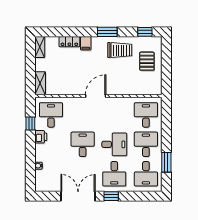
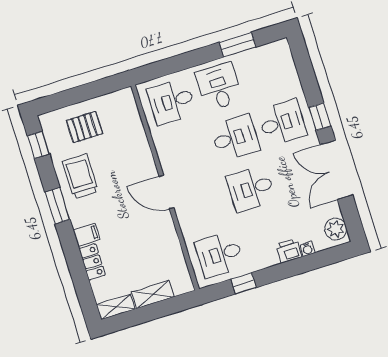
shelving: (40, 83) -> (153, 294), moved
printer: (41, 137) -> (289, 251), moved
desk: (114, 144) -> (235, 138), turned 90
desk: (146, 144) -> (219, 87), turned 90
desk: (146, 174) -> (266, 72), removed
plant: (45, 185) -> (336, 229), added

